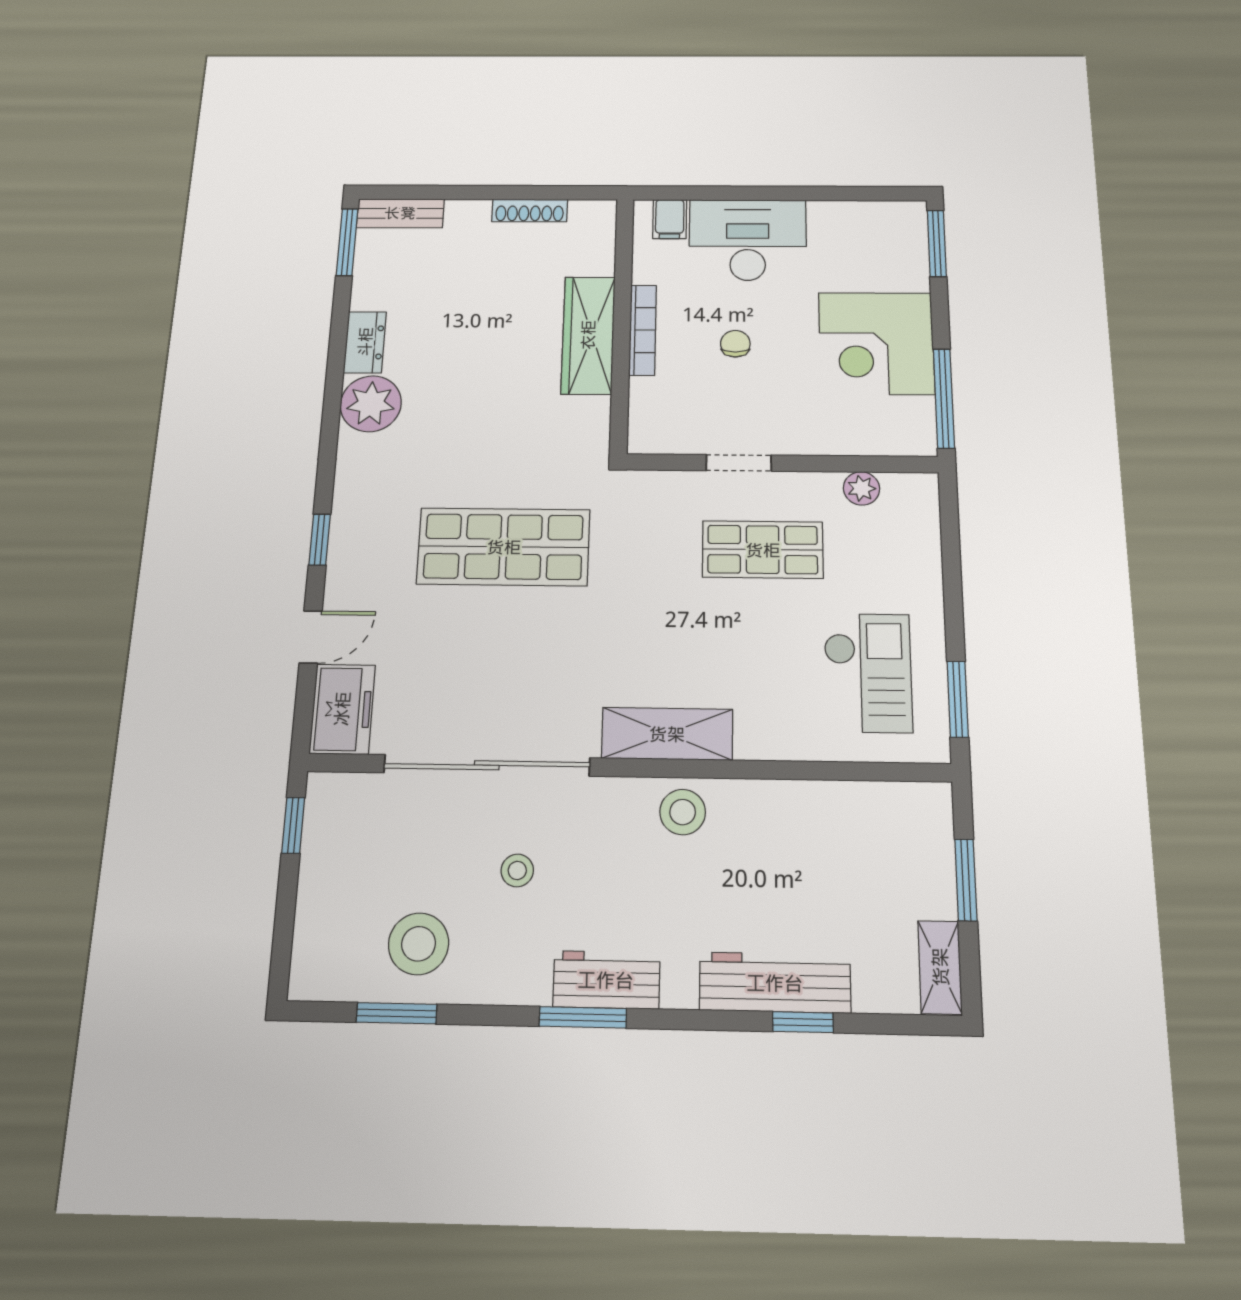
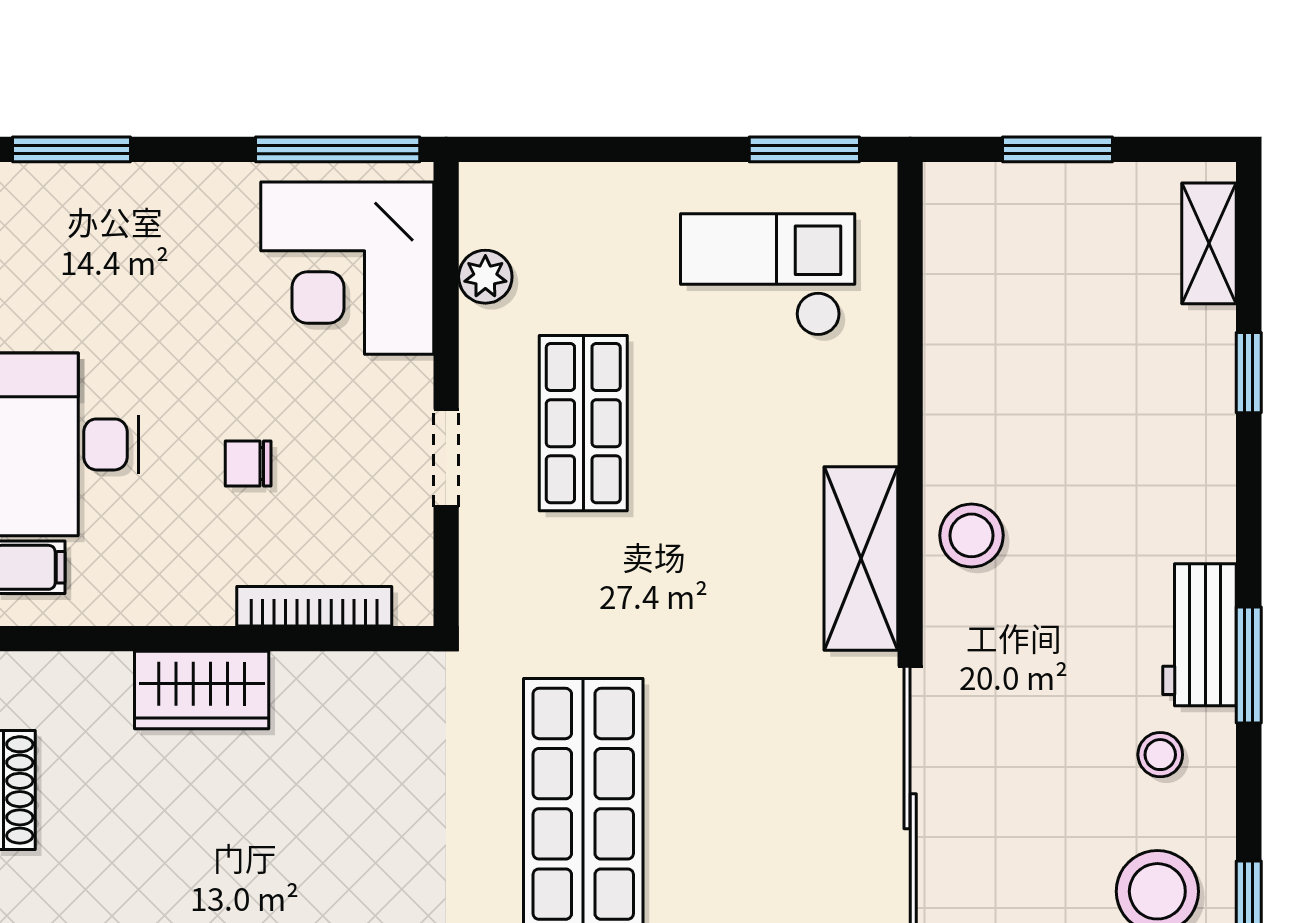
bookcase: (643, 330) -> (314, 606), moved
wardrobe: (588, 335) -> (202, 690), width x0.67
corner desk: (876, 343) -> (347, 268), moved, turned 90
stool: (517, 870) -> (1160, 755), moved
shelving: (940, 967) -> (1209, 243), moved, turned 90
workbench: (775, 983) -> (1198, 409), removed

